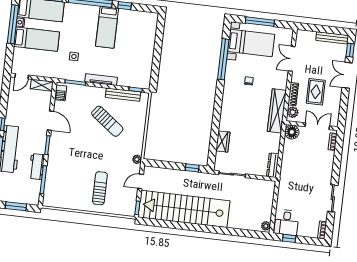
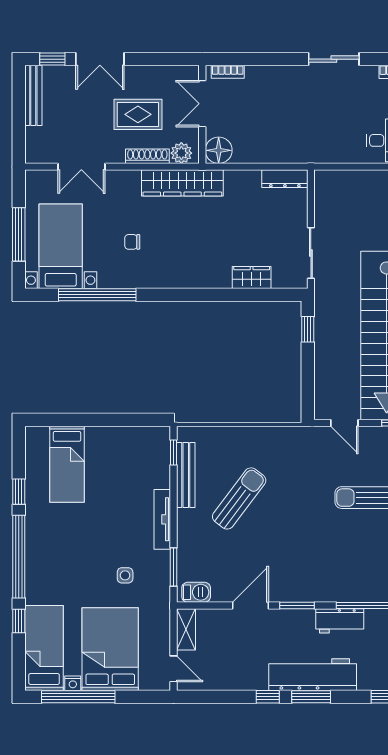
bed: (107, 27) -> (67, 464), moved, turned 90
bed: (37, 39) -> (110, 649), width x1.50
plant: (137, 159) -> (304, 435), removed

